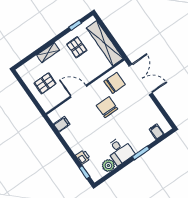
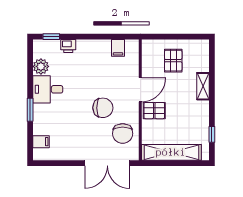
pallet: (77, 47) -> (154, 111), moved

